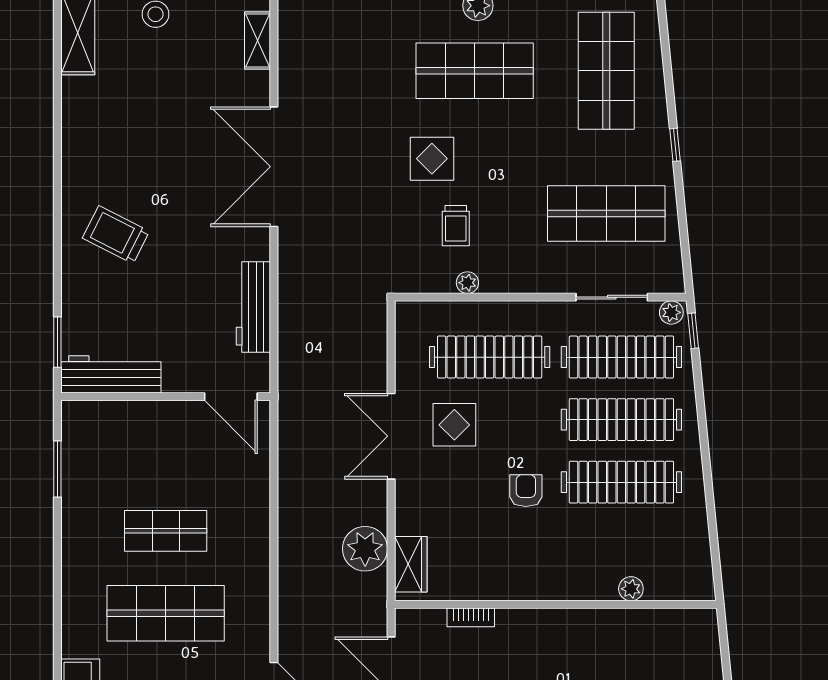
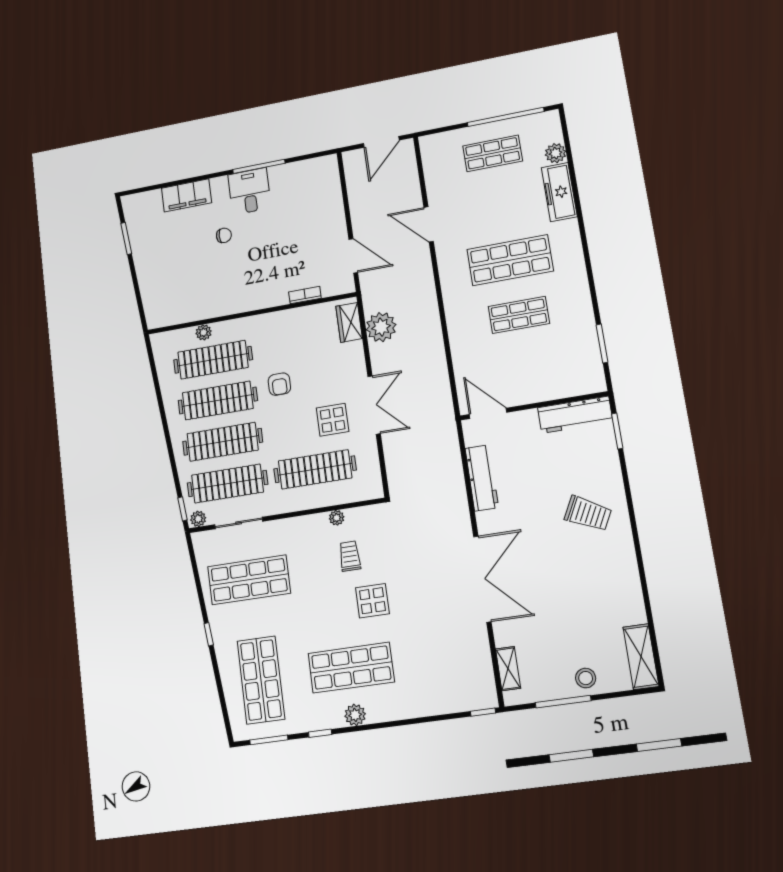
clothes rail: (621, 545) -> (213, 360), added

